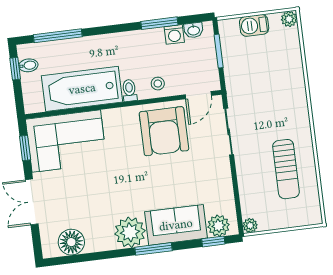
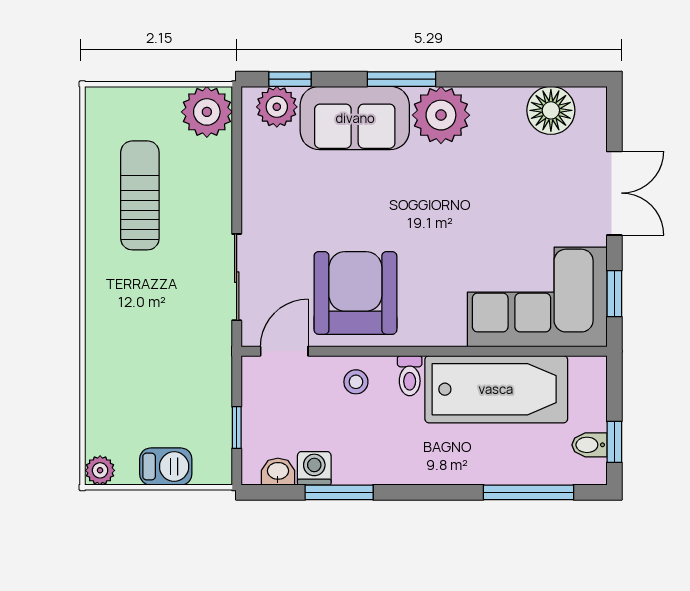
window: (219, 51) -> (237, 428), width x0.67
plant: (250, 225) -> (207, 112), width x1.87, depth x1.87

